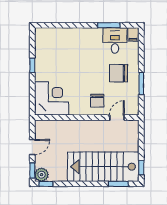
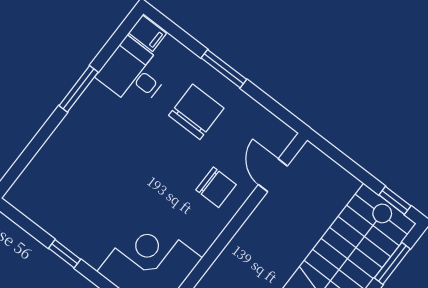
window: (109, 25) -> (79, 89), moved
chair: (119, 73) -> (196, 112), turned 180
window: (141, 84) -> (224, 69), moved

